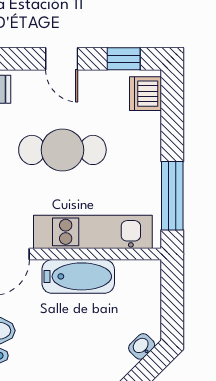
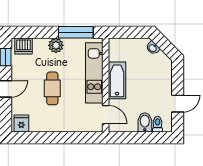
cafe table: (62, 150) -> (52, 88), width x0.73, depth x0.74
plant: (147, 157) -> (56, 45), added

